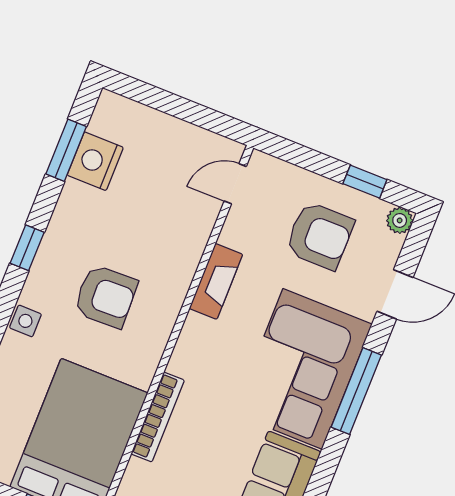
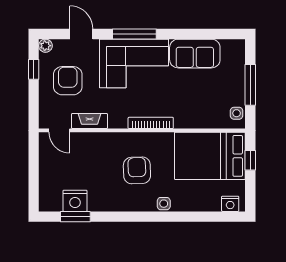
window: (27, 248) -> (129, 217), removed
fireplace: (216, 281) -> (89, 121), moved
bookcase: (158, 417) -> (151, 123), moved

